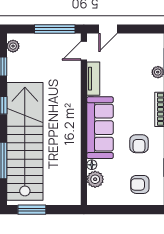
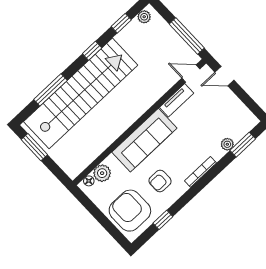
floor lamp: (92, 165) -> (89, 181), moved
armchair: (140, 184) -> (130, 211), width x1.88, depth x1.88

